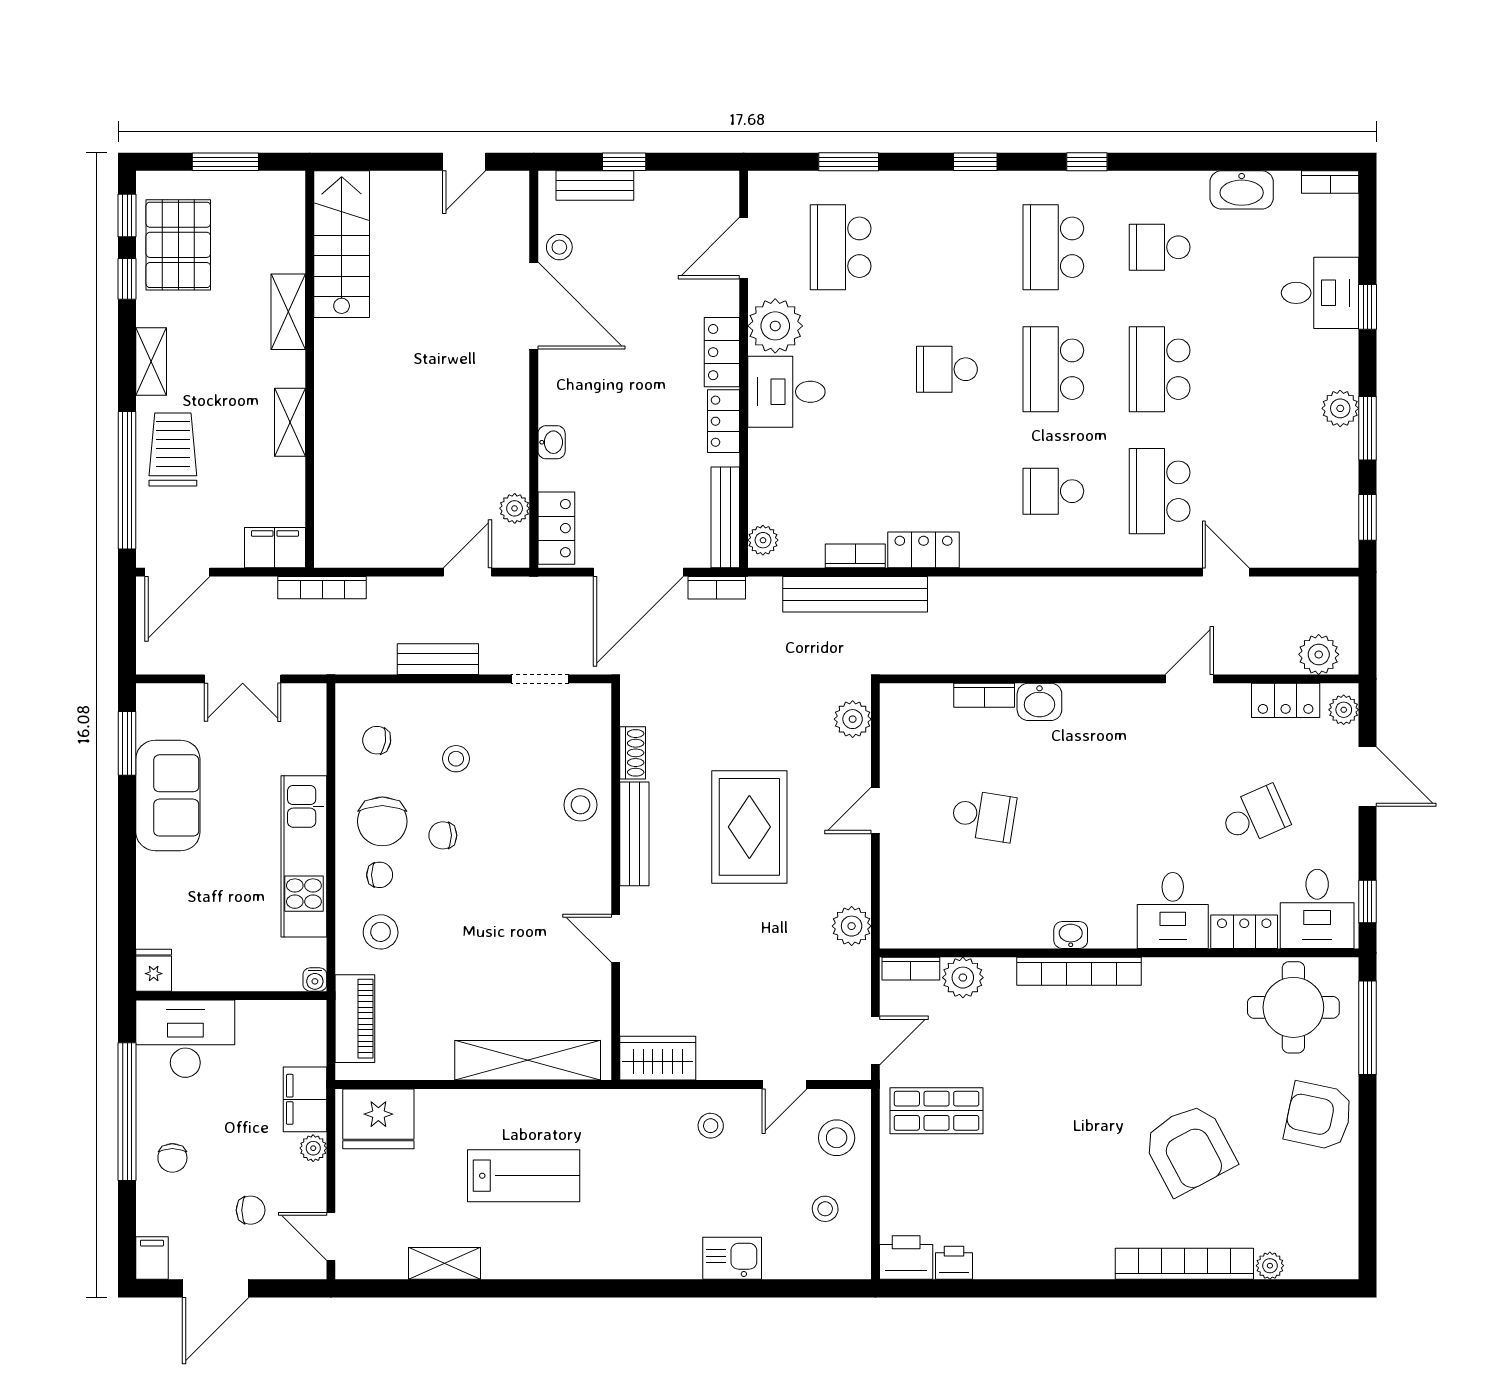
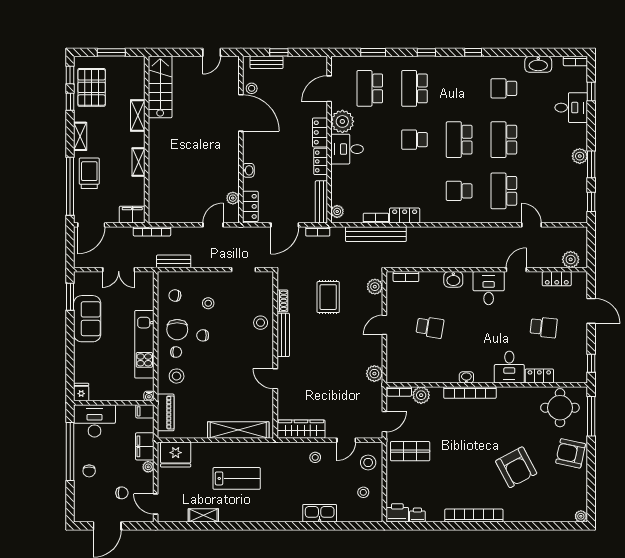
school desk: (1053, 247) -> (414, 88), moved
window: (1368, 307) -> (591, 91), moved
door: (638, 572) -> (285, 225), width x0.73
bench: (438, 659) -> (174, 261), moved
bookcase: (984, 695) -> (406, 277), moved
plant: (1344, 710) -> (581, 283), removed
school desk: (1255, 816) -> (544, 327), turned 30
rug: (749, 827) -> (328, 297), moved, width x0.73, depth x0.70
desk: (1317, 909) -> (489, 288), moved, turned 180
wardrobe: (658, 1058) -> (301, 429), width x1.50
filing cabinet: (152, 1258) -> (145, 411), moved, turned -90
kitchen sink: (732, 1258) -> (320, 513), width x1.38
bookcase: (1184, 1264) -> (474, 515), moved
plant: (1270, 1266) -> (581, 516), moved

